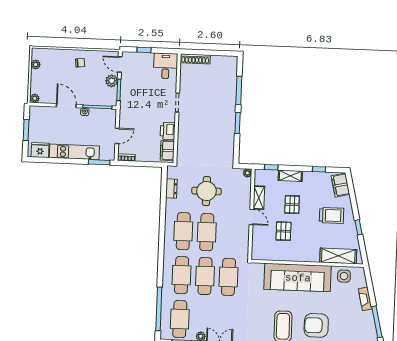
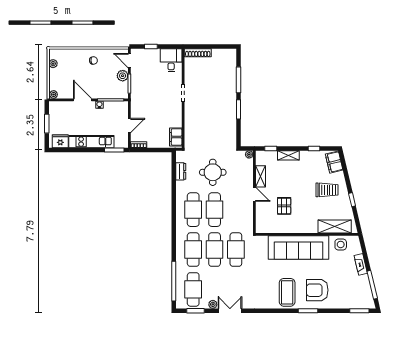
printer: (168, 131) -> (175, 119), removed
pallet: (292, 205) -> (291, 181), removed

